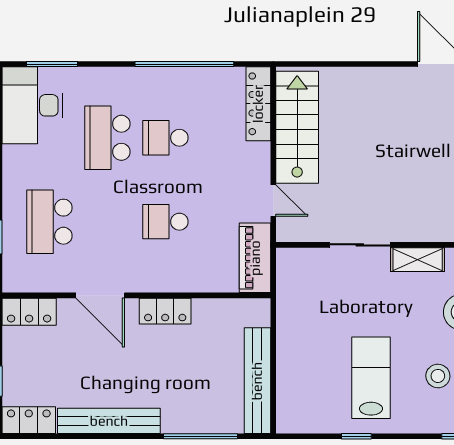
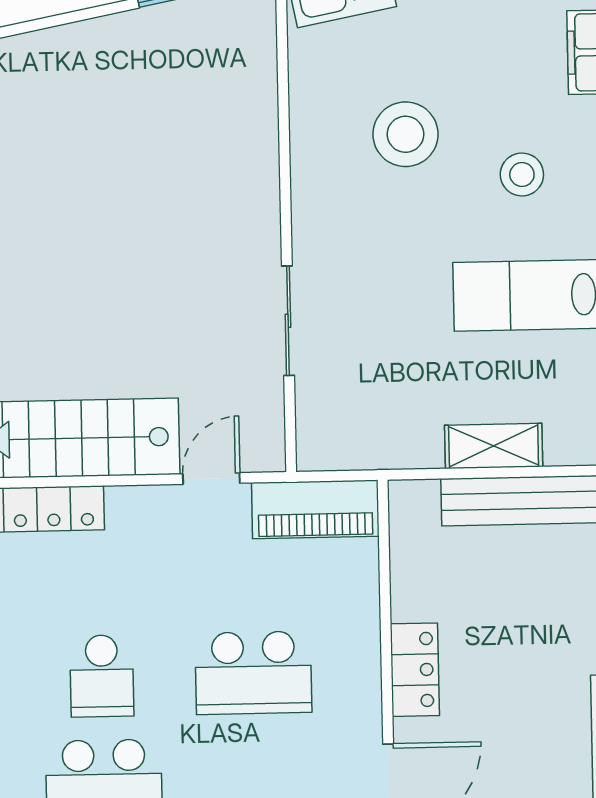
school desk: (165, 222) -> (253, 673), width x1.85
shelving: (418, 260) -> (494, 446), moved, turned 90

